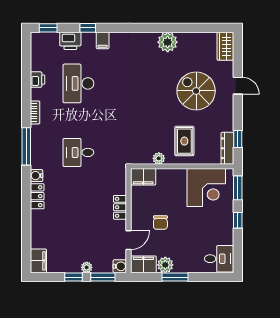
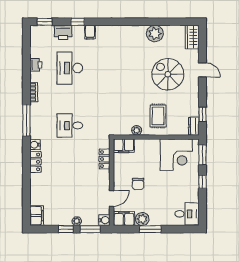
plant: (168, 42) -> (155, 34), moved
dresser: (227, 148) -> (194, 126), width x0.70
locker: (120, 207) -> (104, 159), moved

